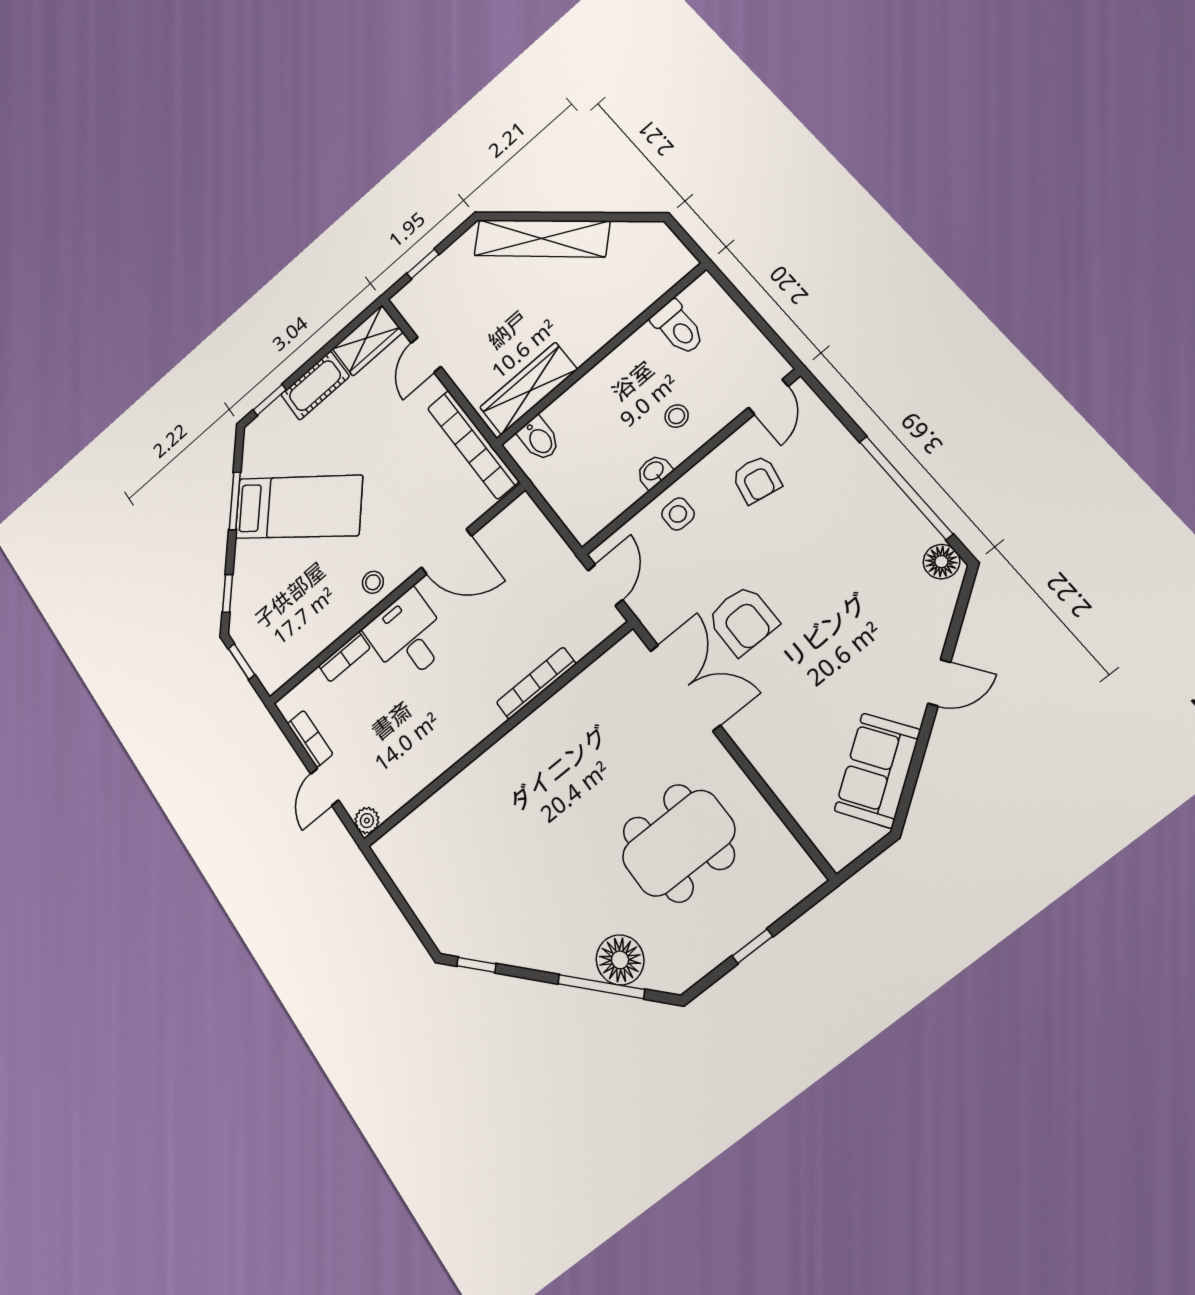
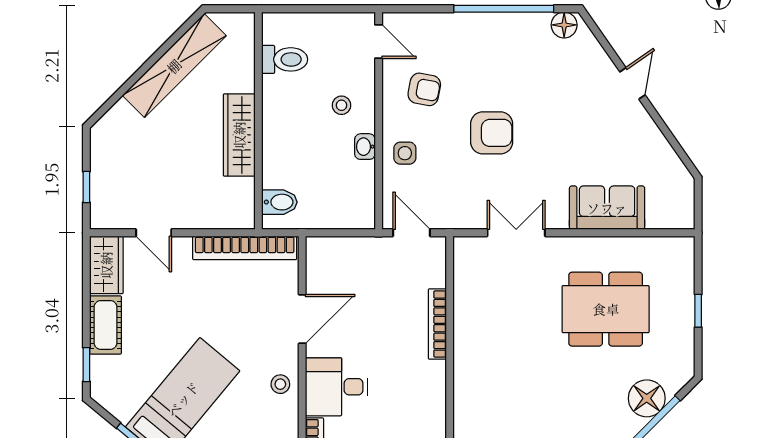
shelving: (541, 238) -> (174, 66), moved
wardrobe: (528, 388) -> (239, 135), moved
armchair: (743, 620) -> (492, 133), moved
double door: (685, 688) -> (516, 233), width x0.73
sofa: (877, 770) -> (607, 208), moved, turned 125
dining table: (678, 843) -> (606, 309), turned 90

